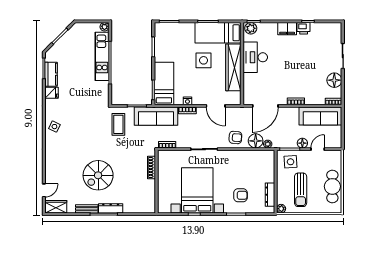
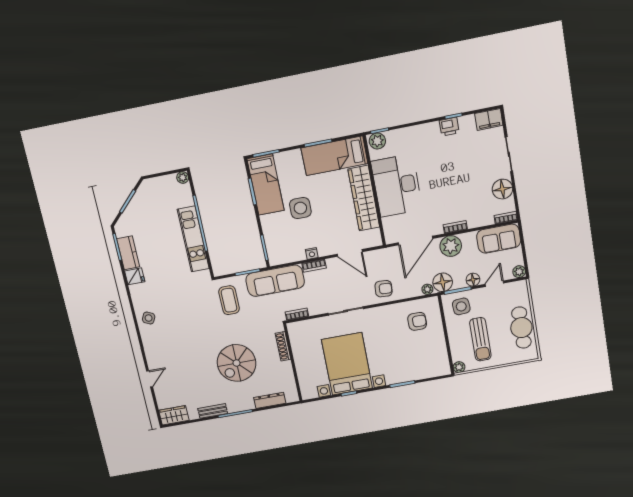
filing cabinet: (287, 29) -> (489, 119), moved
kitchen unit: (102, 56) -> (193, 239), moved
desk: (255, 57) -> (397, 186), width x1.36, depth x1.30
side table: (204, 60) -> (300, 208), moved
bed: (164, 83) -> (266, 185), moved, turned 180
plant: (290, 115) -> (451, 246), added
sofa: (320, 116) -> (499, 239), width x0.73
floor lamp: (256, 141) -> (443, 282), moved
plant: (337, 143) -> (519, 272), added
spiral stairs: (98, 175) -> (237, 363), moved
door: (44, 190) -> (150, 379), moved
armchair: (241, 195) -> (417, 321), moved
dresser: (270, 195) -> (442, 353), removed
dresser: (111, 208) -> (270, 400), moved

